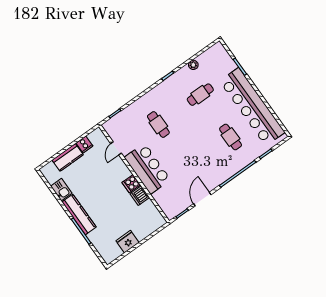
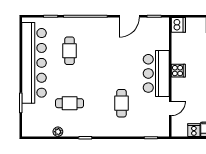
dishwasher: (140, 196) -> (178, 25), moved

